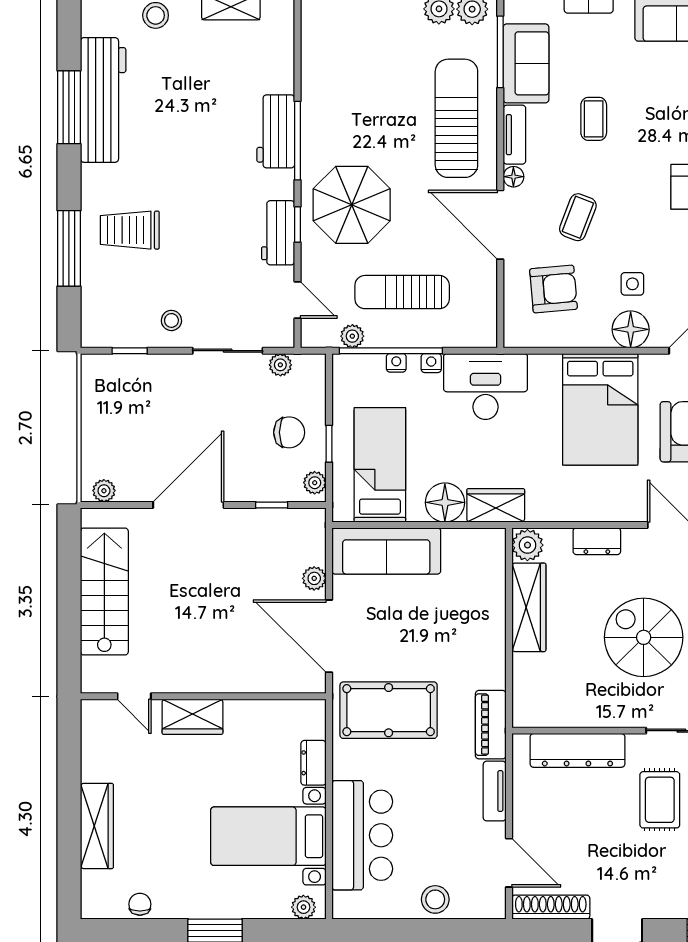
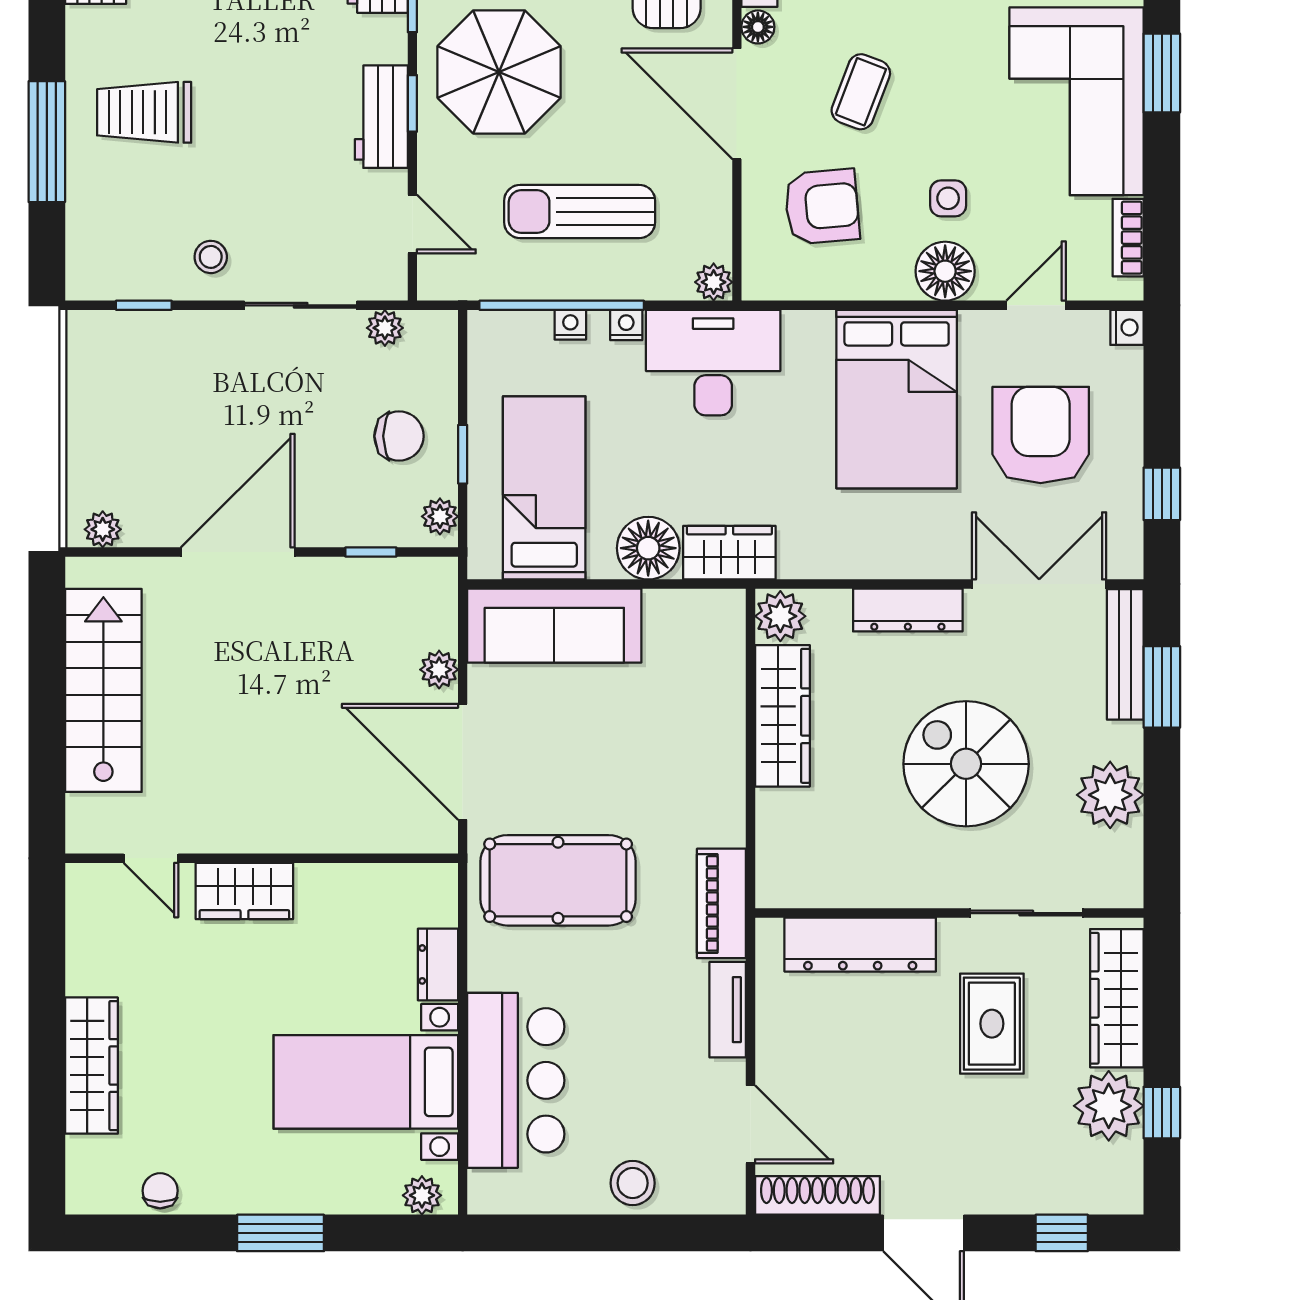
plant: (352, 336) -> (714, 282), moved
dresser: (597, 541) -> (908, 610), width x1.44

